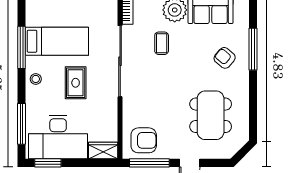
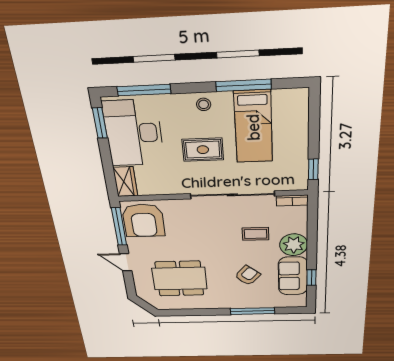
armchair: (225, 58) -> (248, 275), moved
armchair: (144, 140) -> (143, 221), width x1.36, depth x1.36

